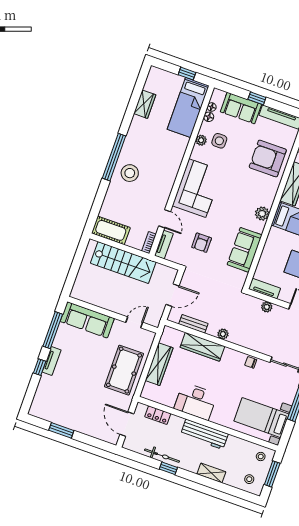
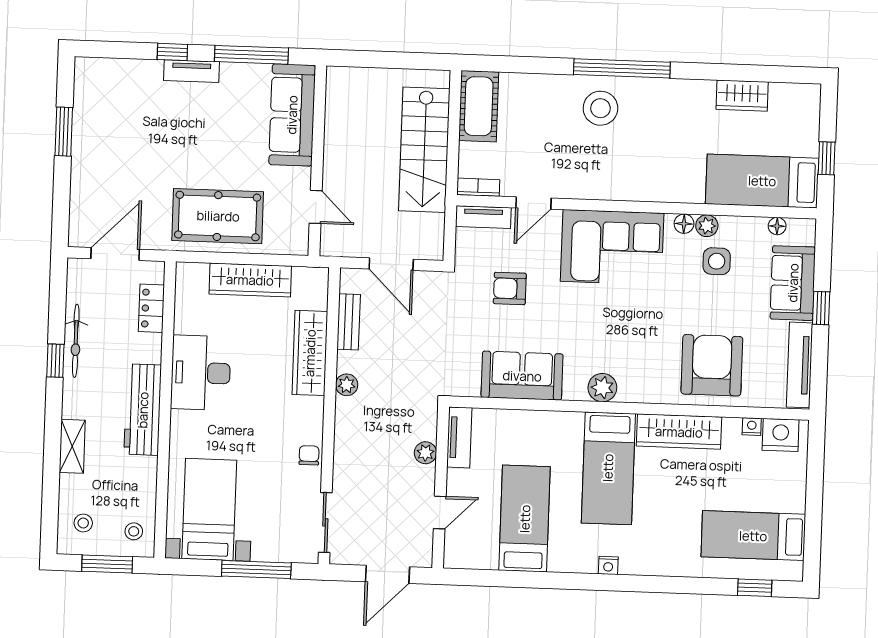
floor lamp: (209, 117) -> (684, 224), moved

